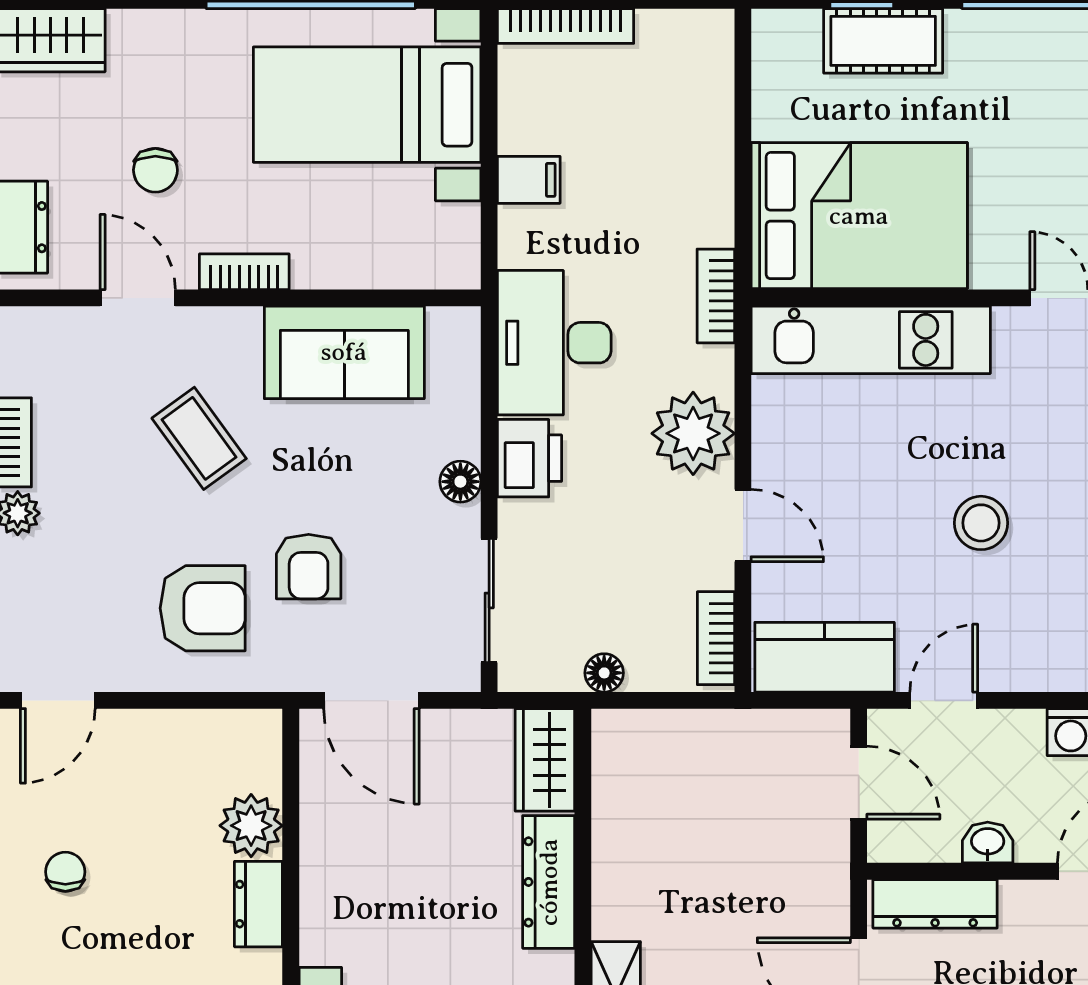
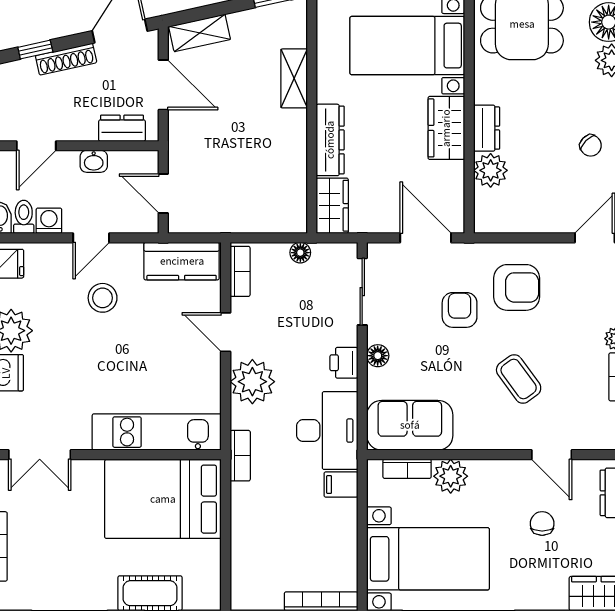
filing cabinet: (529, 180) -> (341, 485), moved
plant: (325, 258) -> (451, 476), added
bookcase: (244, 272) -> (407, 469), moved
sofa: (344, 352) -> (410, 425), moved
printer: (530, 458) -> (344, 363), width x0.73, depth x0.81
stool: (981, 523) -> (103, 298), moved
armchair: (203, 608) -> (517, 287), turned 180
door: (944, 700) -> (91, 238), moved
chair: (65, 872) -> (591, 145), turned -45
wardrobe: (333, 904) -> (446, 128), added
dresser: (935, 904) -> (122, 128), width x0.70

